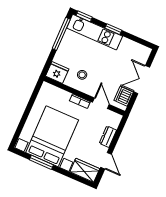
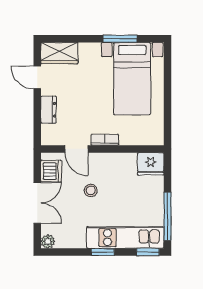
plant: (146, 52) -> (48, 241), added
stool: (82, 75) -> (91, 190), moved
bed with nightstands: (52, 136) -> (132, 79), width x0.73

